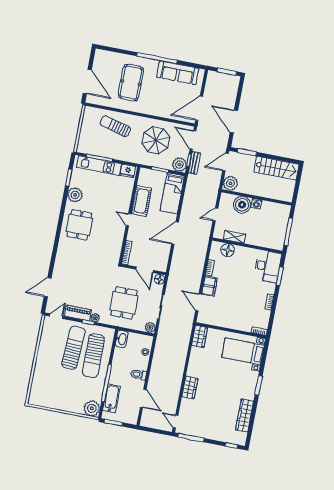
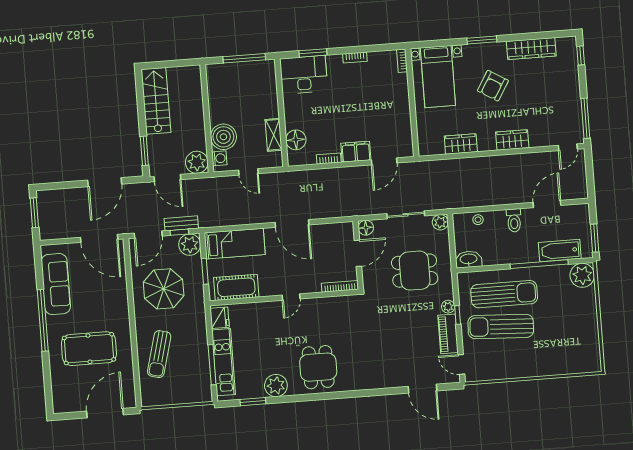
cot: (142, 201) -> (236, 287), moved
washing machine: (256, 204) -> (219, 158), moved
dining table: (79, 225) -> (318, 367), turned 90
wardrobe: (200, 337) -> (461, 144), moved
armchair: (228, 385) -> (493, 86), added

